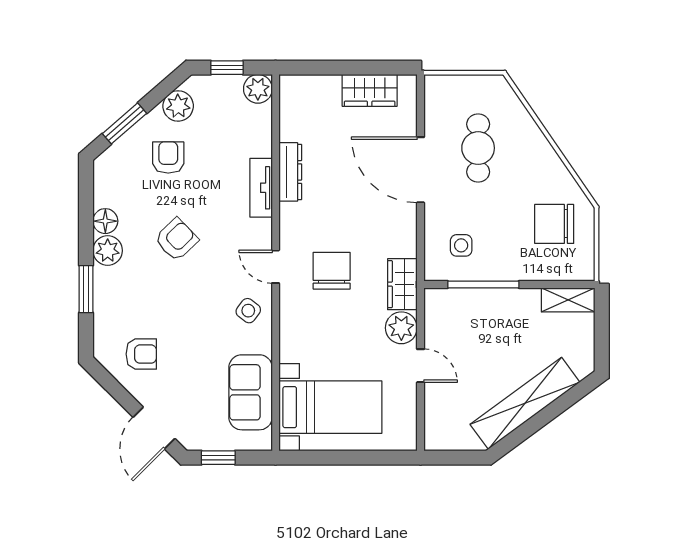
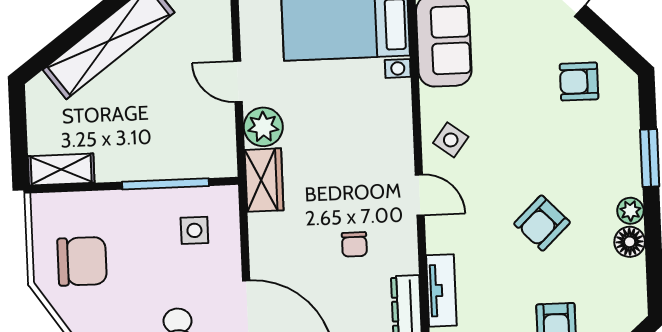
plant: (108, 251) -> (630, 211), width x0.73, depth x0.73
chair: (332, 271) -> (354, 244), moved, width x0.54, depth x0.54

